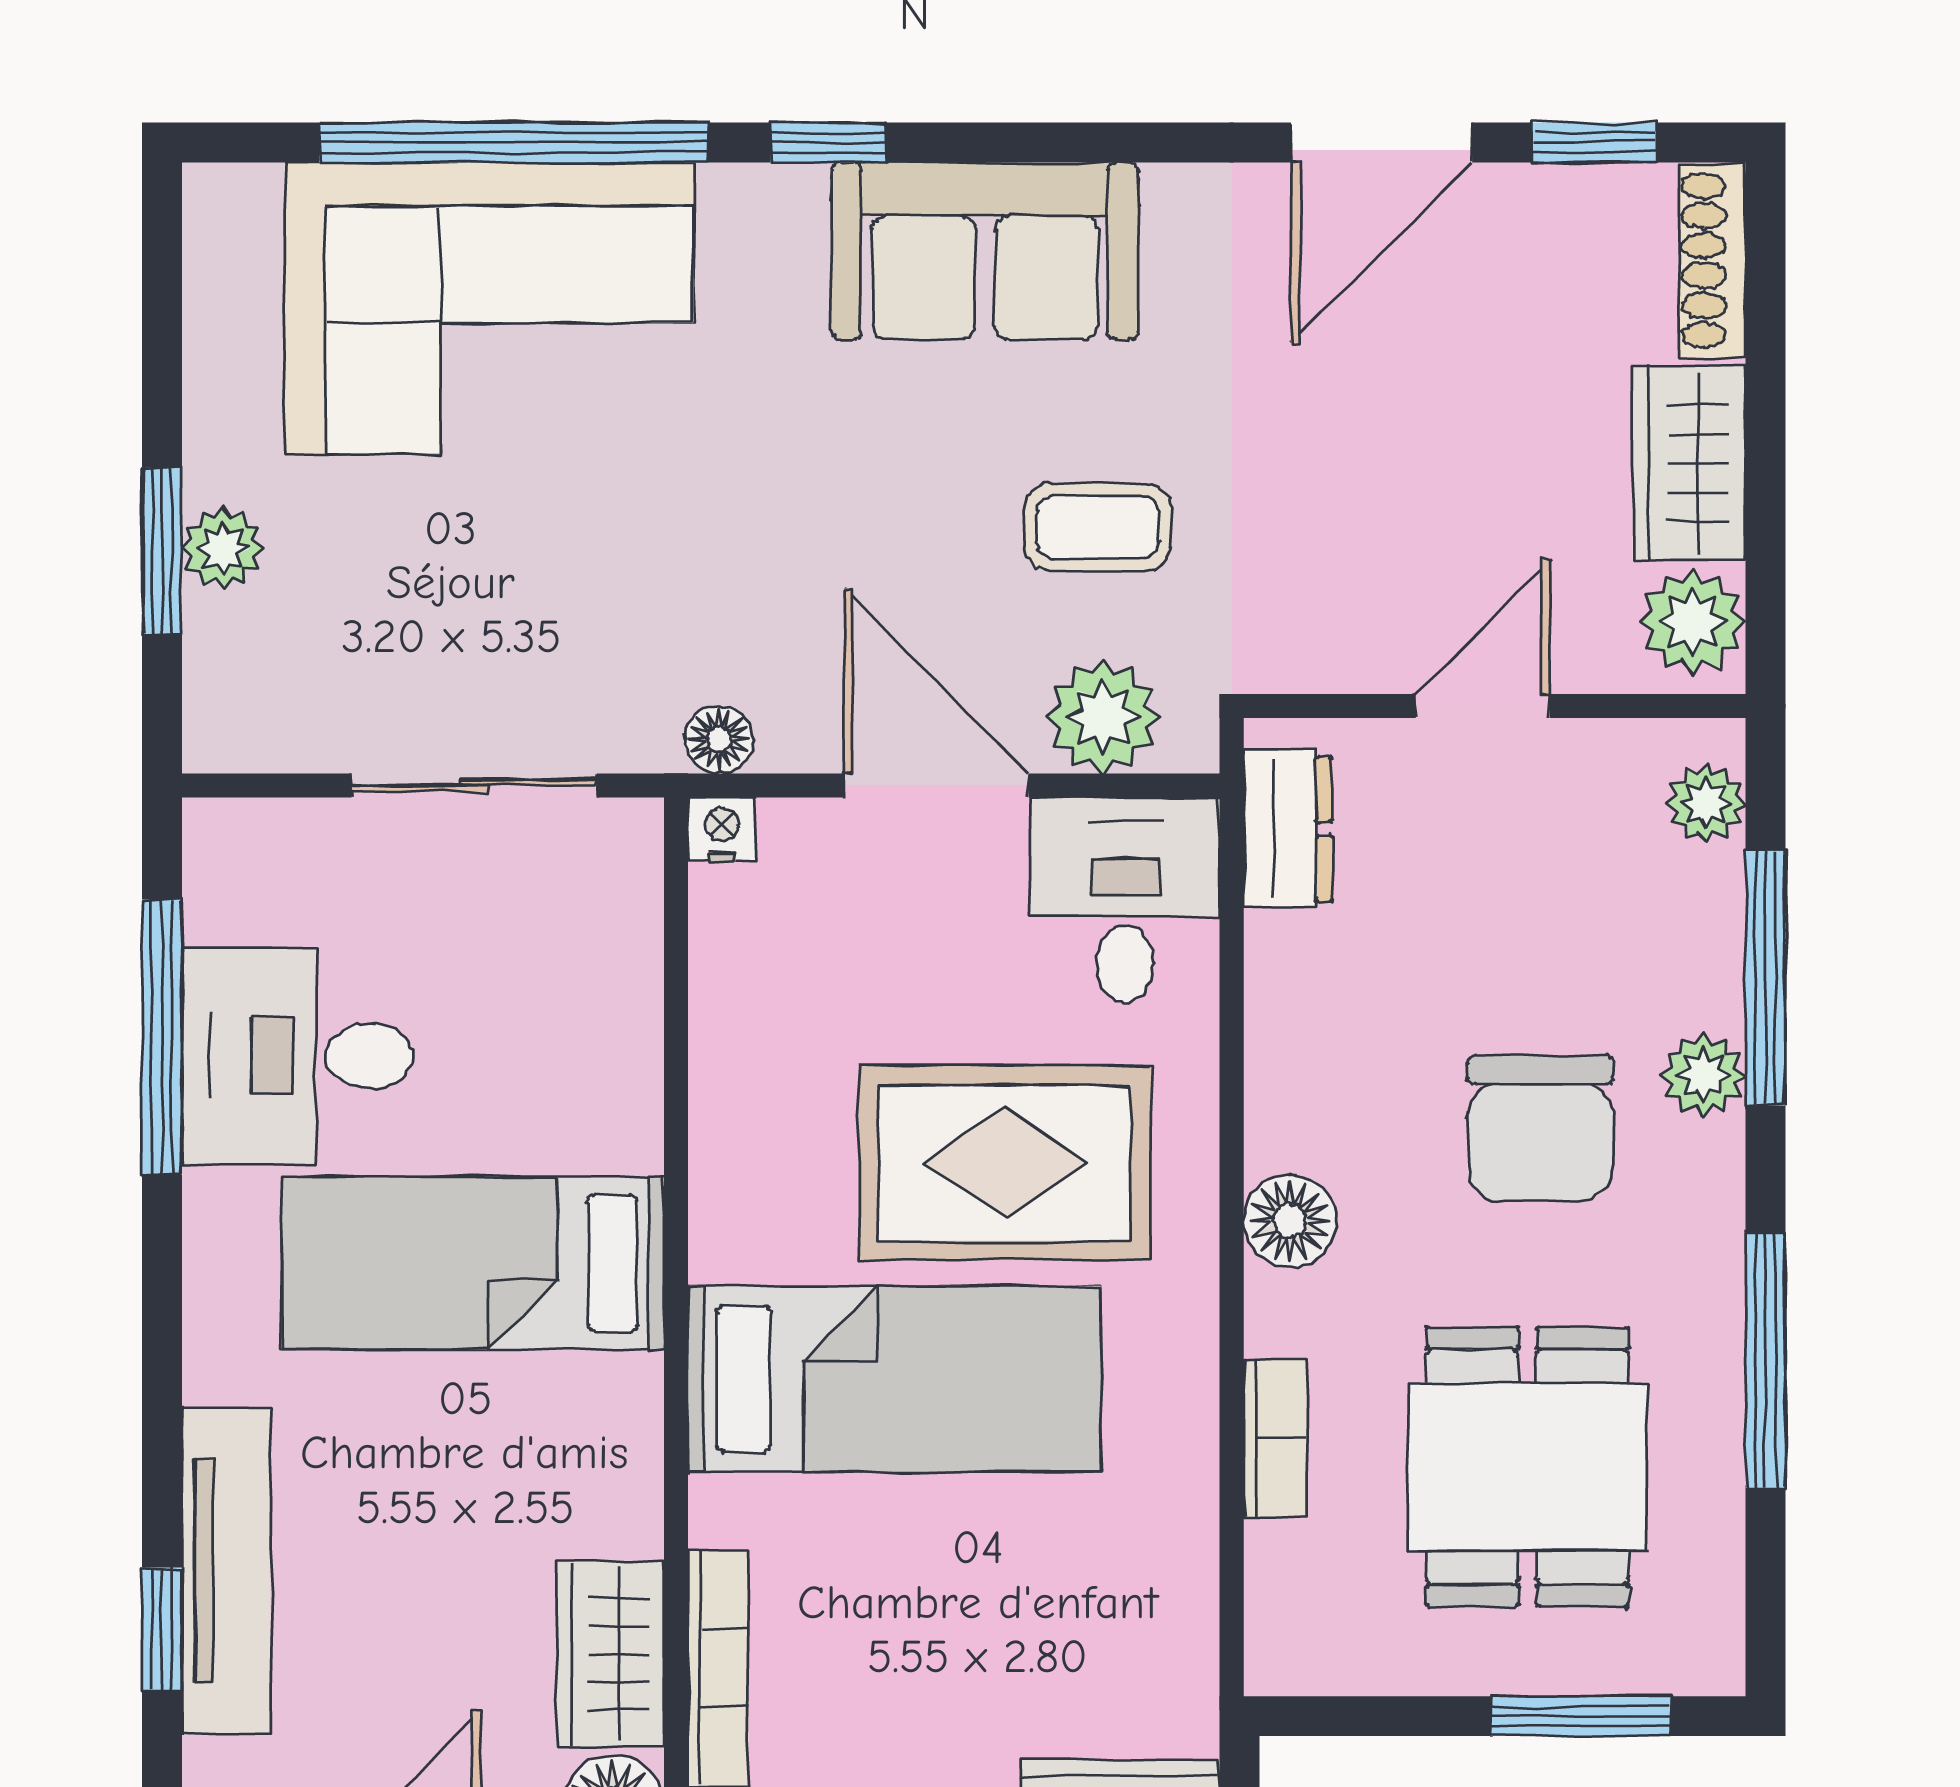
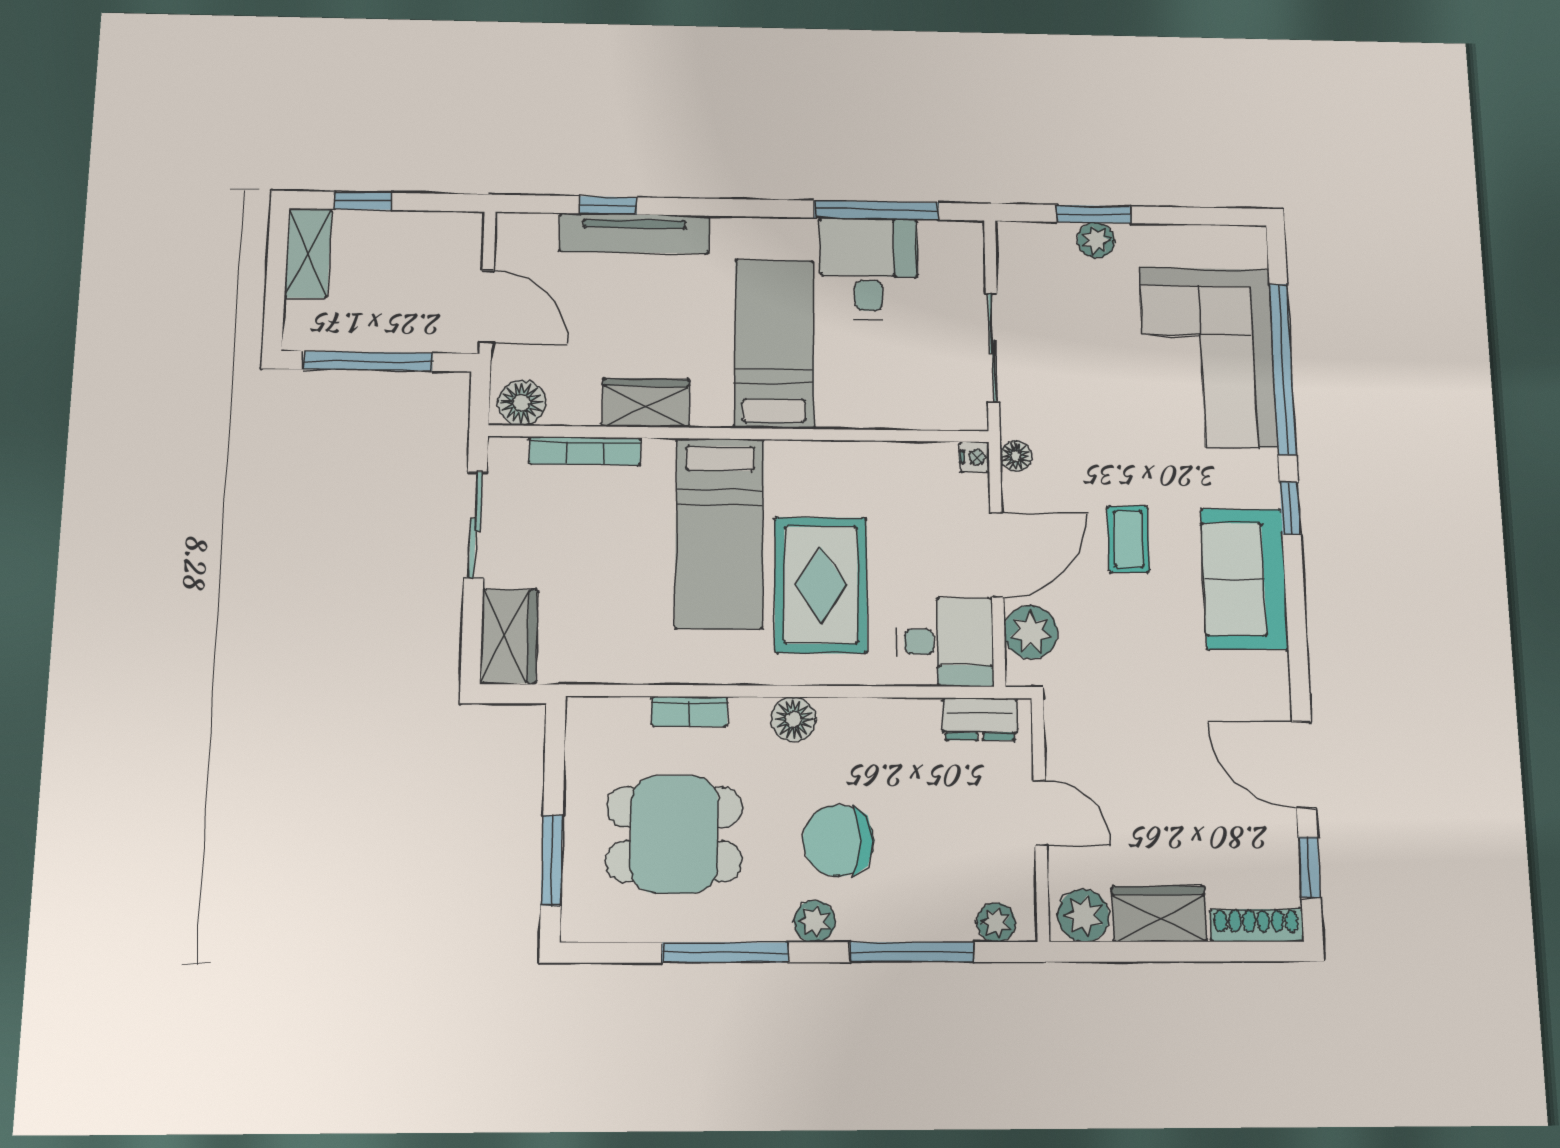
coffee table: (1098, 527) -> (1128, 539), moved
plant: (1704, 1075) -> (815, 921), moved
wardrobe: (610, 1654) -> (646, 403), moved

